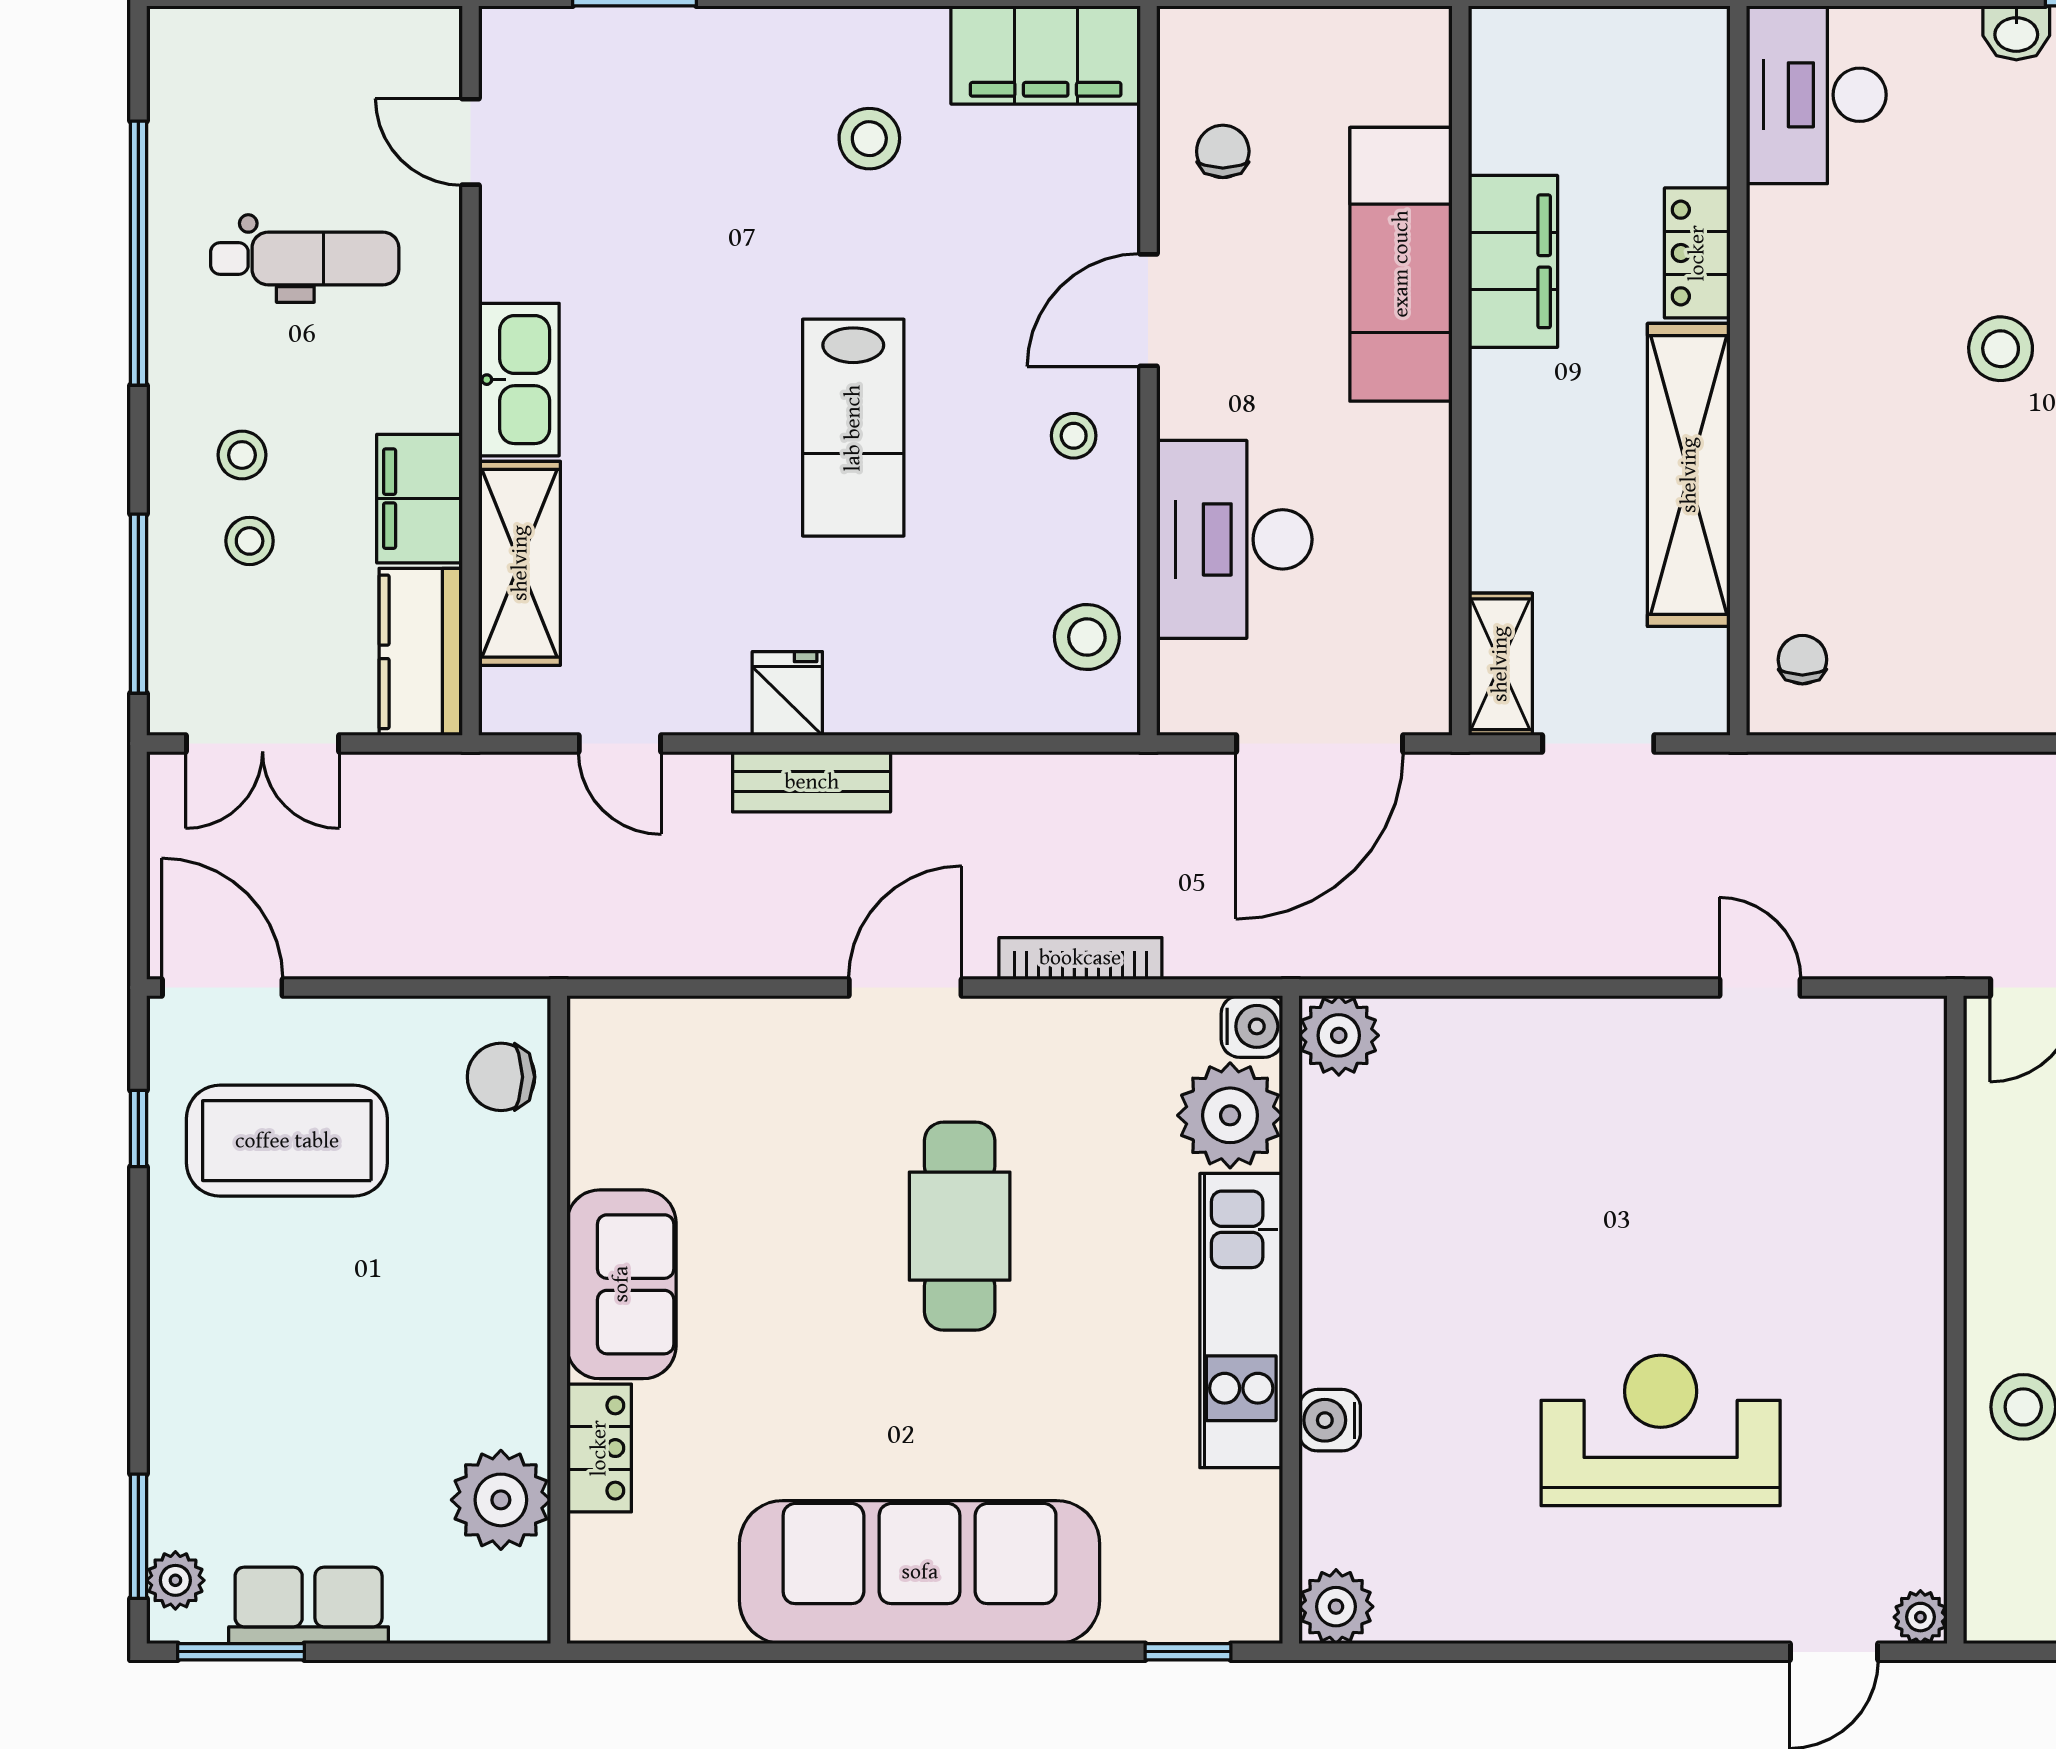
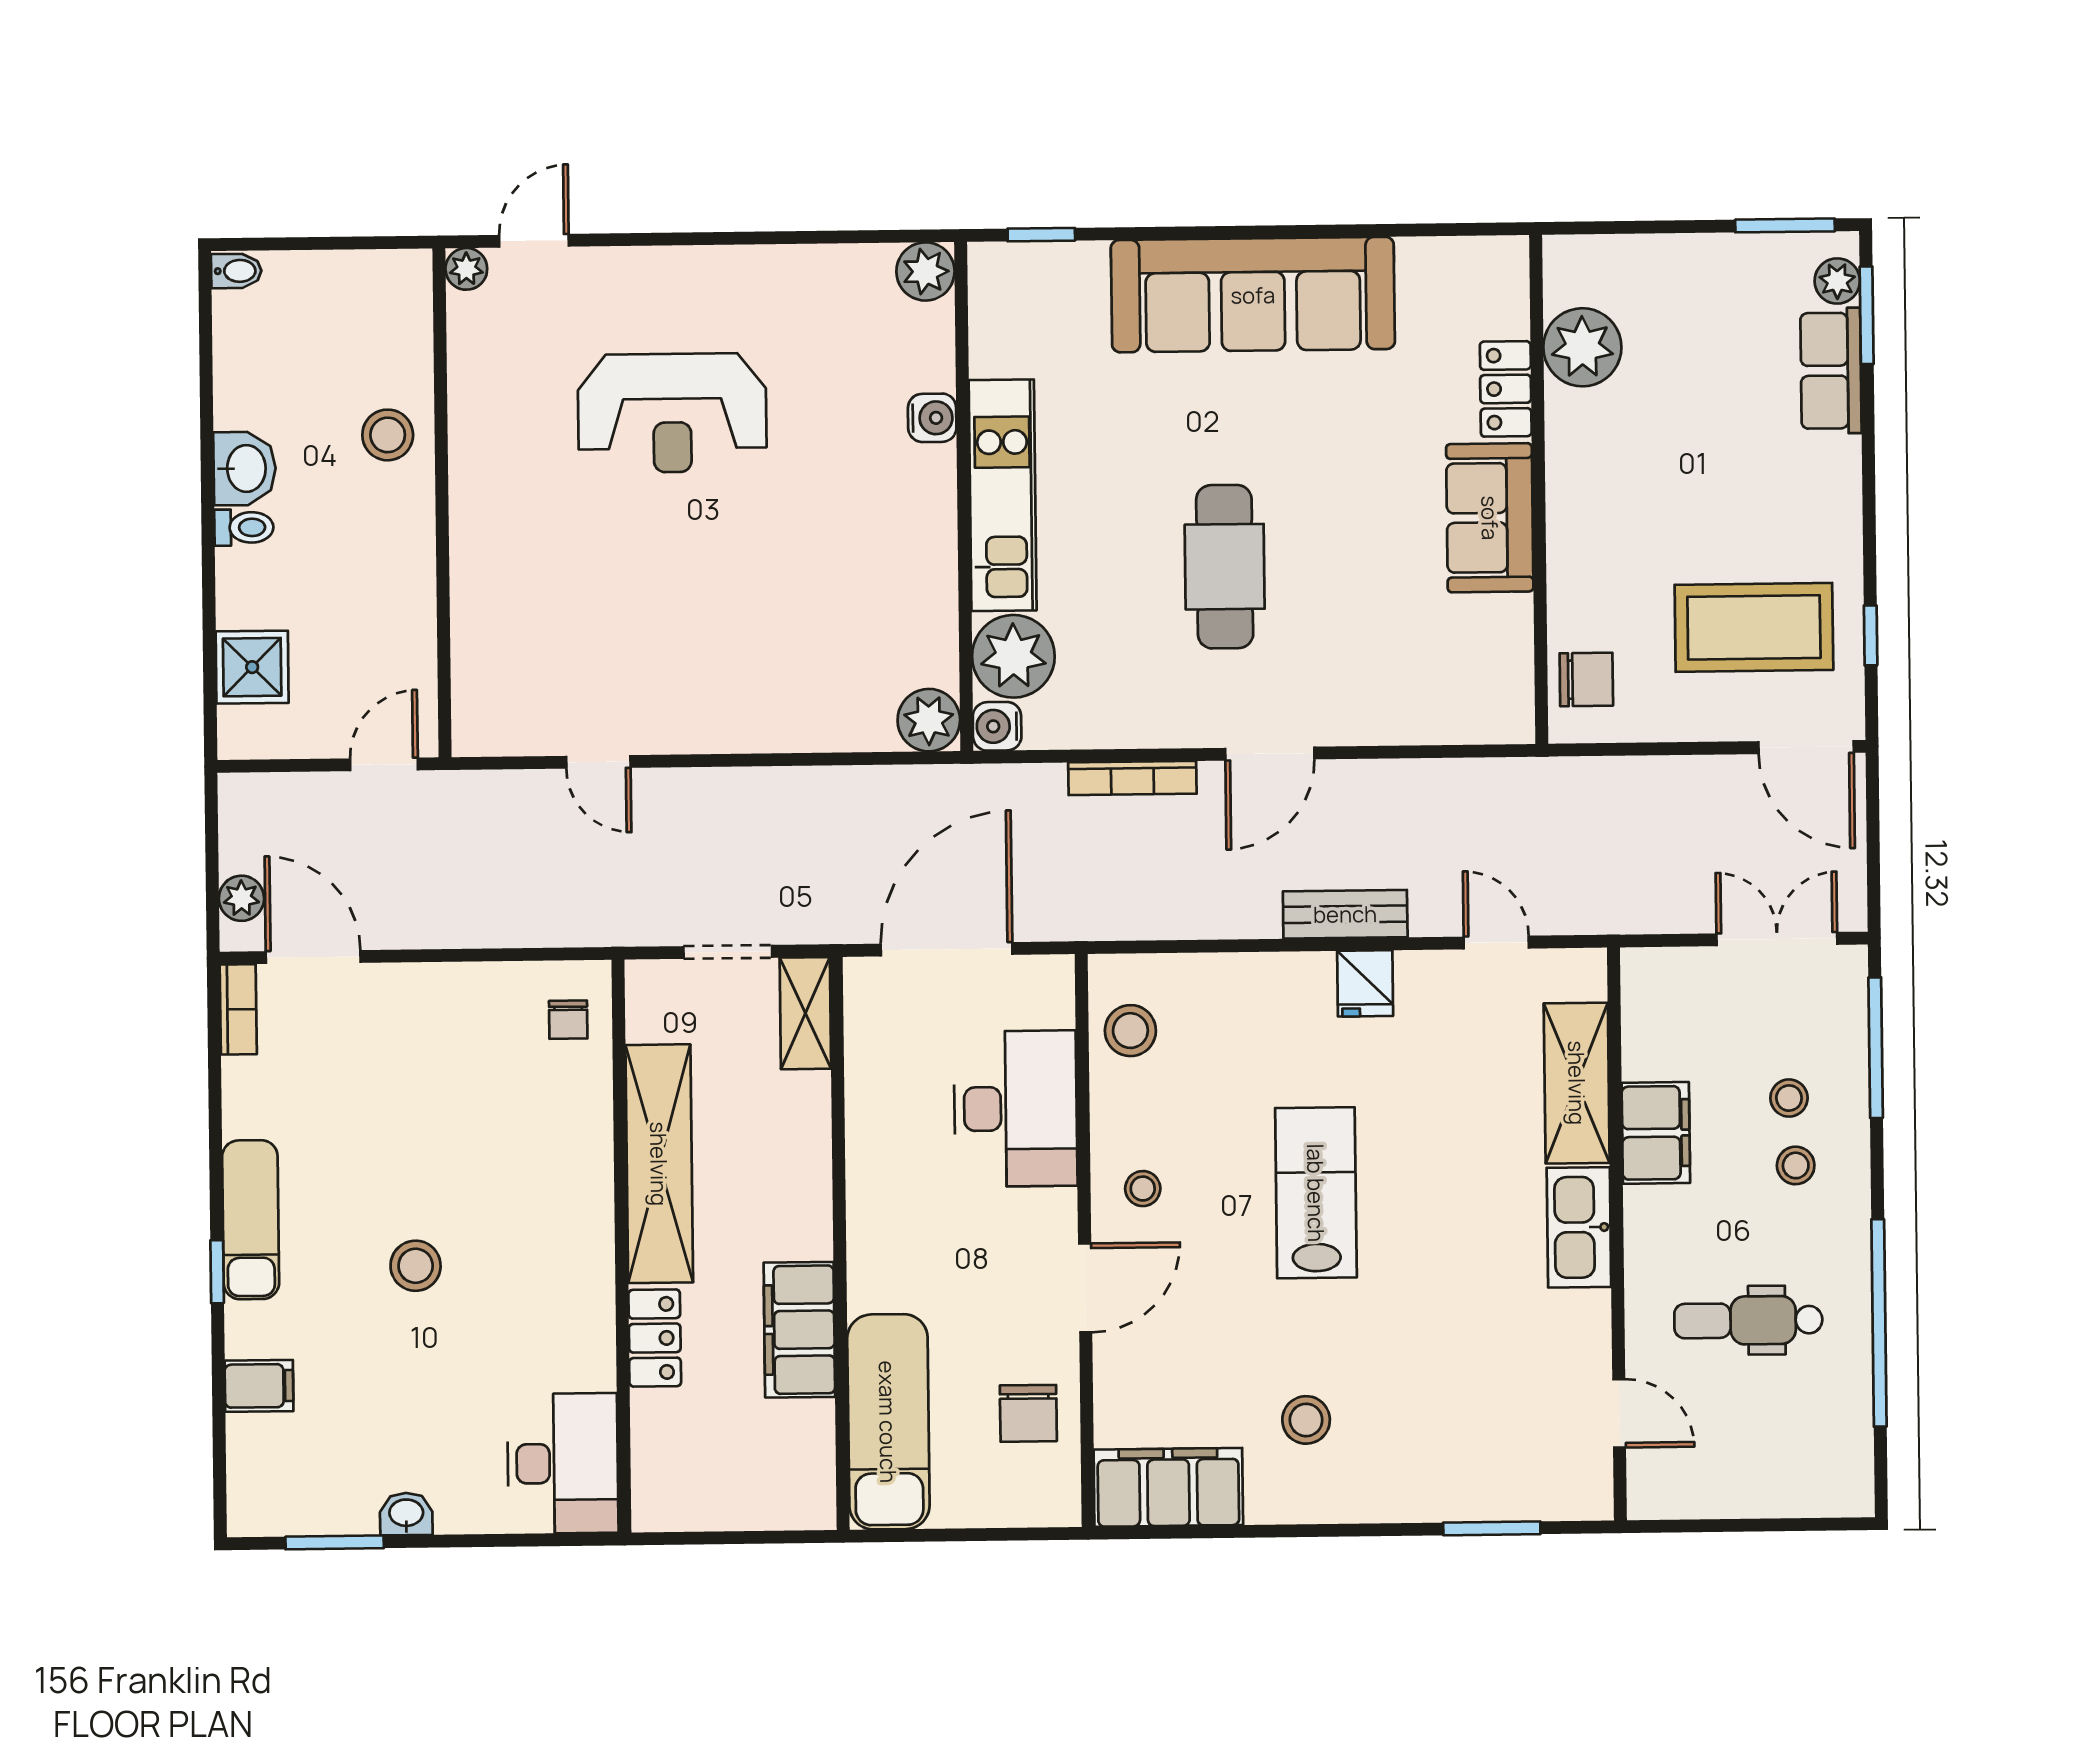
chair: (1223, 151) -> (1028, 1413), width x1.37, depth x1.37
exam couch: (1401, 264) -> (888, 1422), moved
kitchen counter: (421, 652) -> (1653, 1013), removed
row of seats: (309, 1605) -> (1831, 371), moved, turned 90

